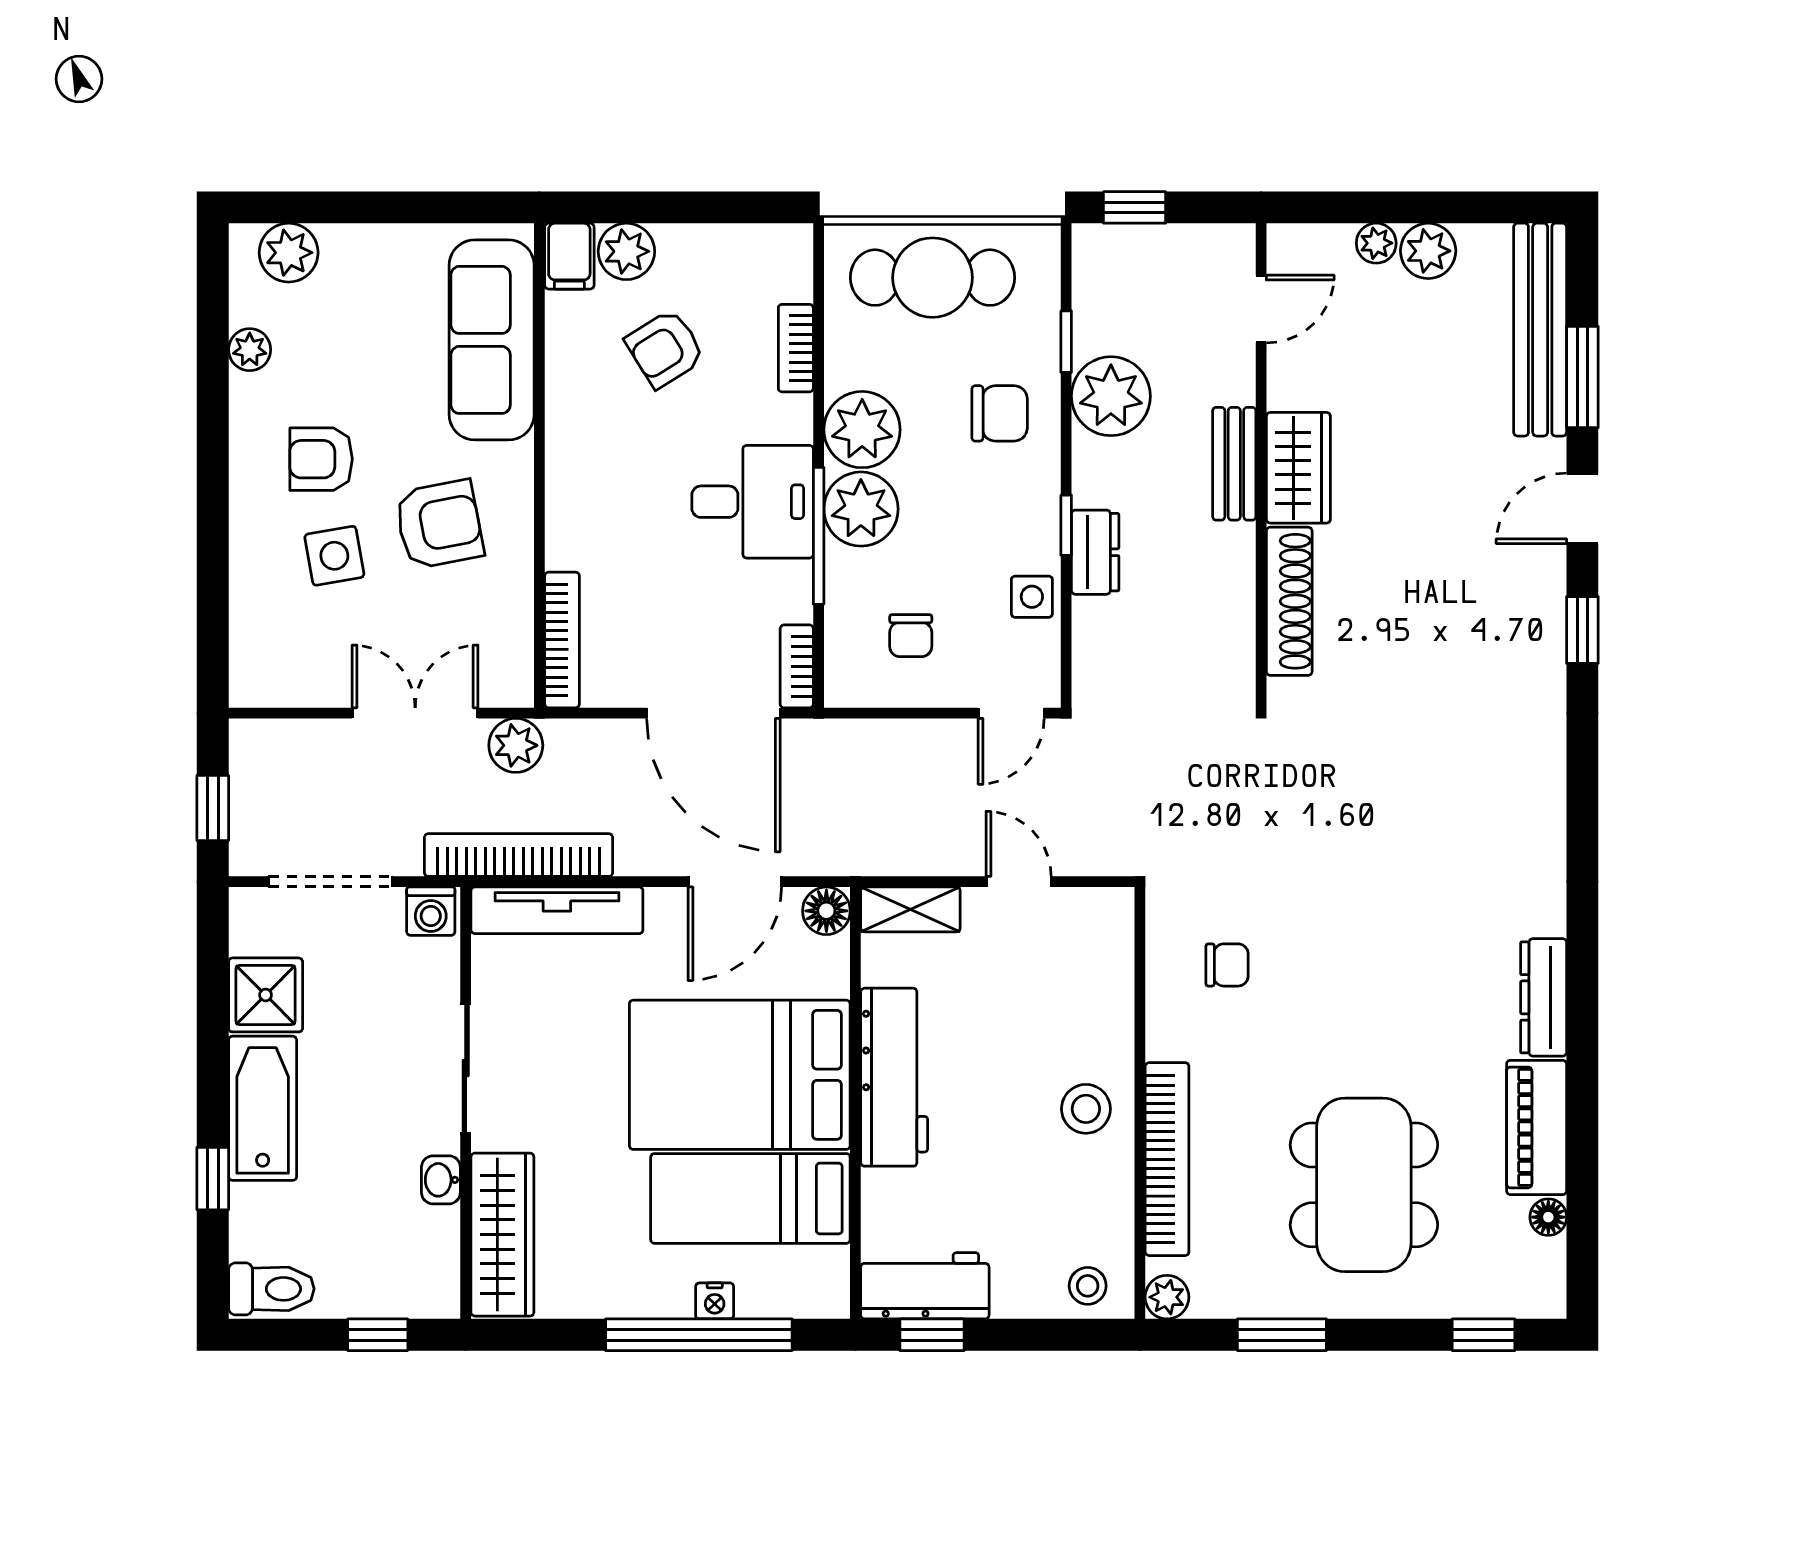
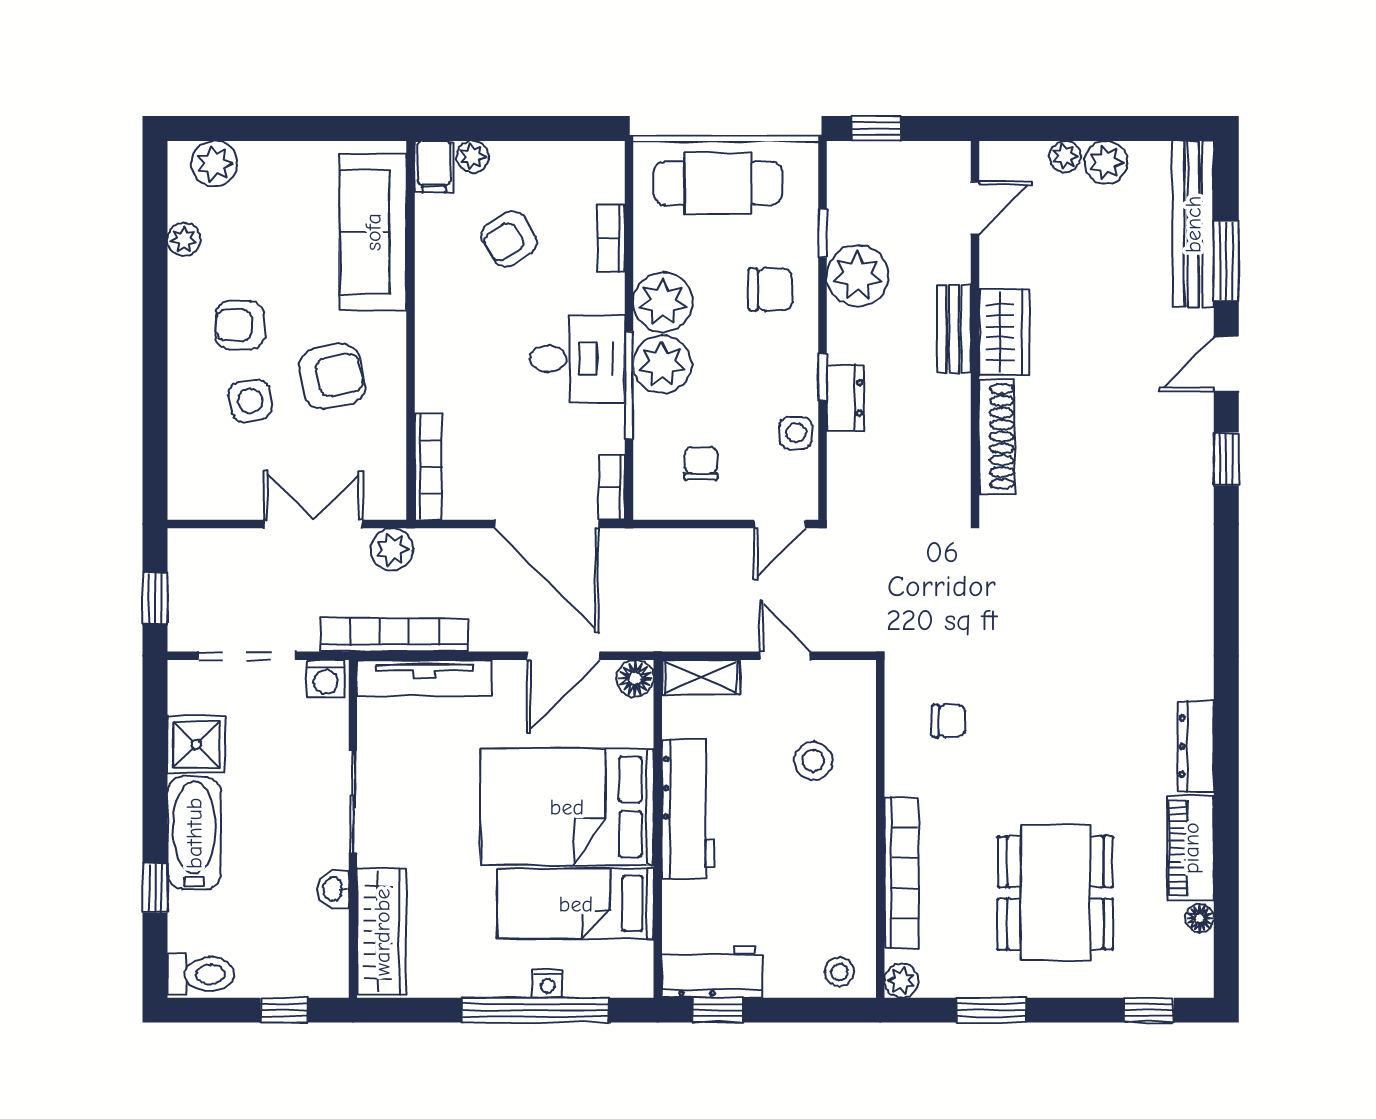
plant: (626, 251) -> (473, 157), width x0.73, depth x0.73
chair: (911, 636) -> (701, 463), turned 180
stool: (1086, 1109) -> (813, 761), moved

